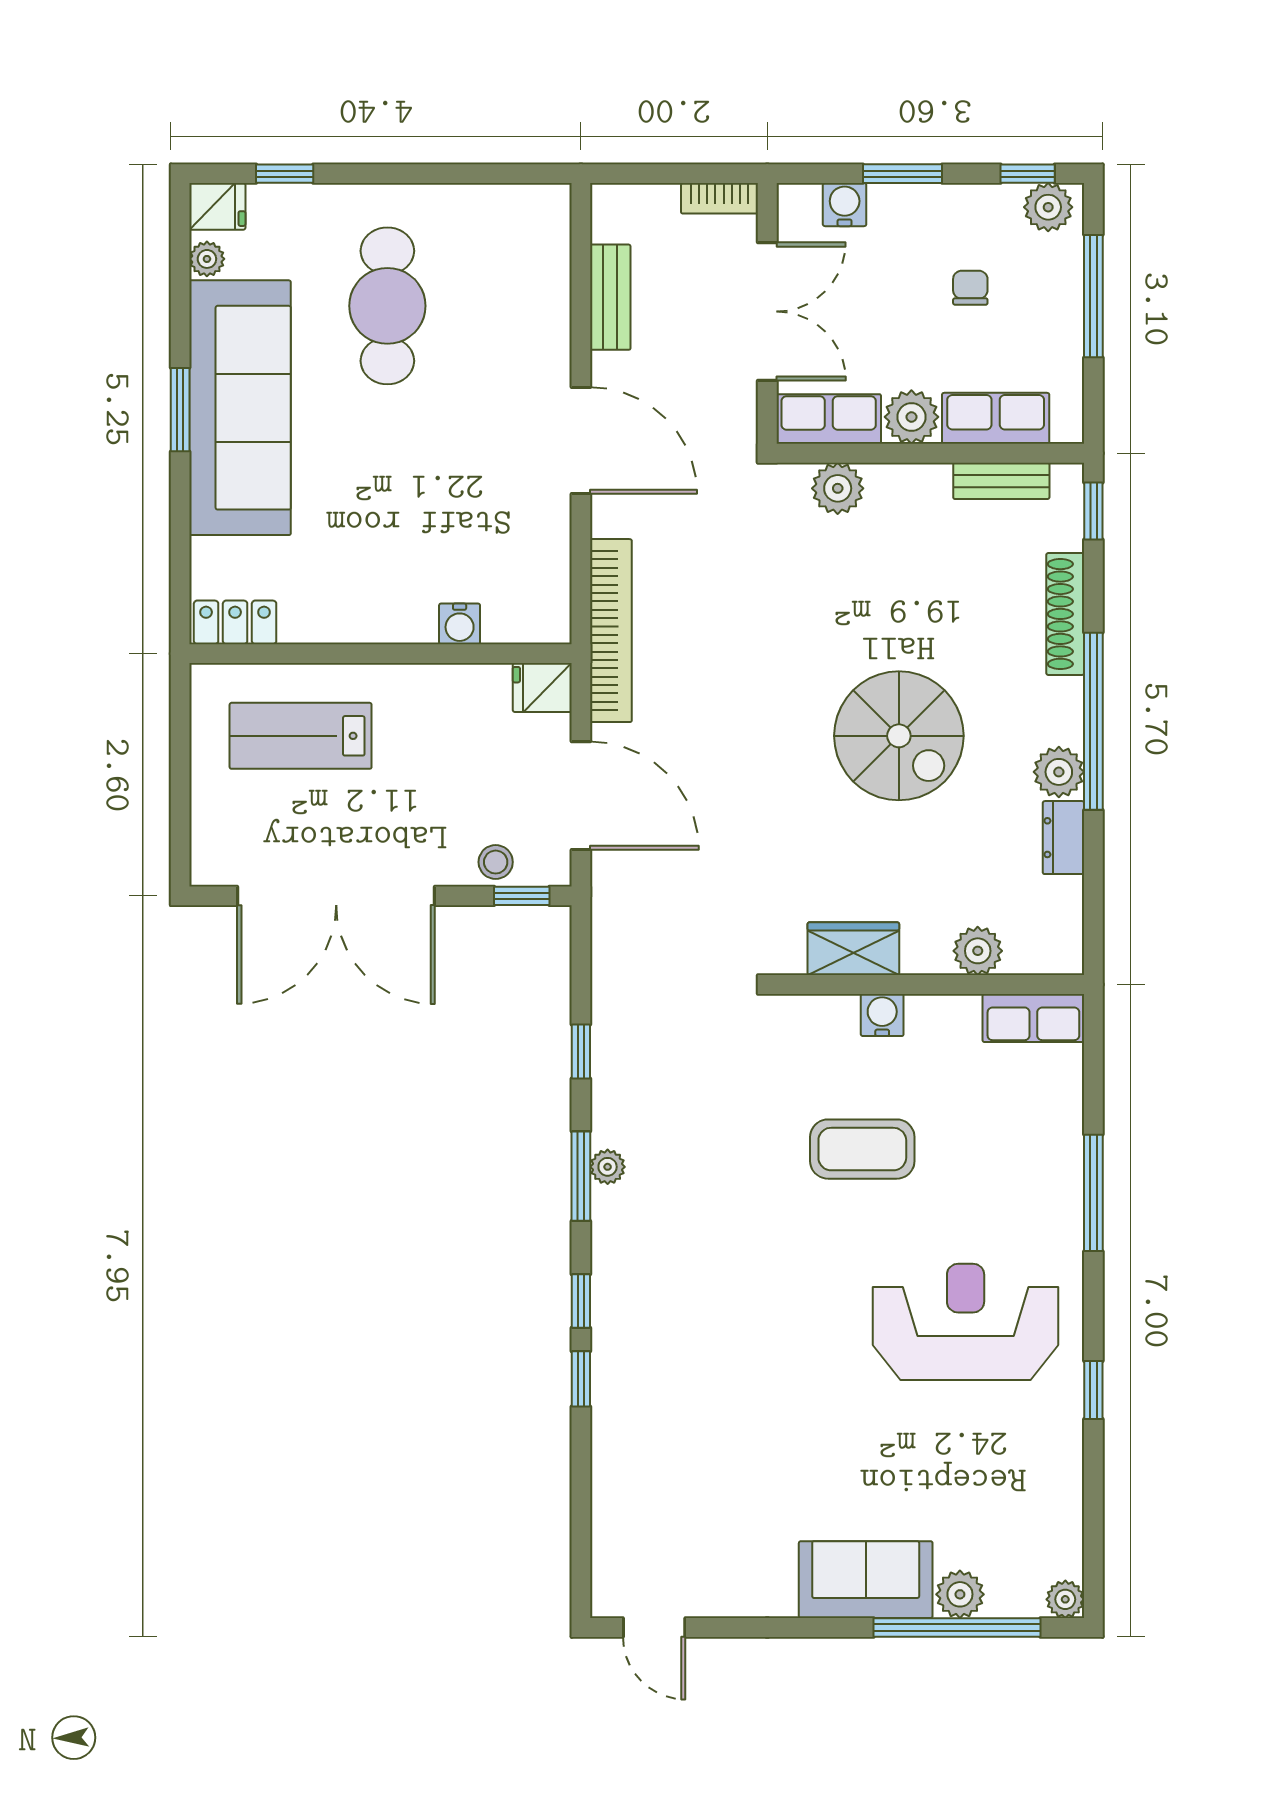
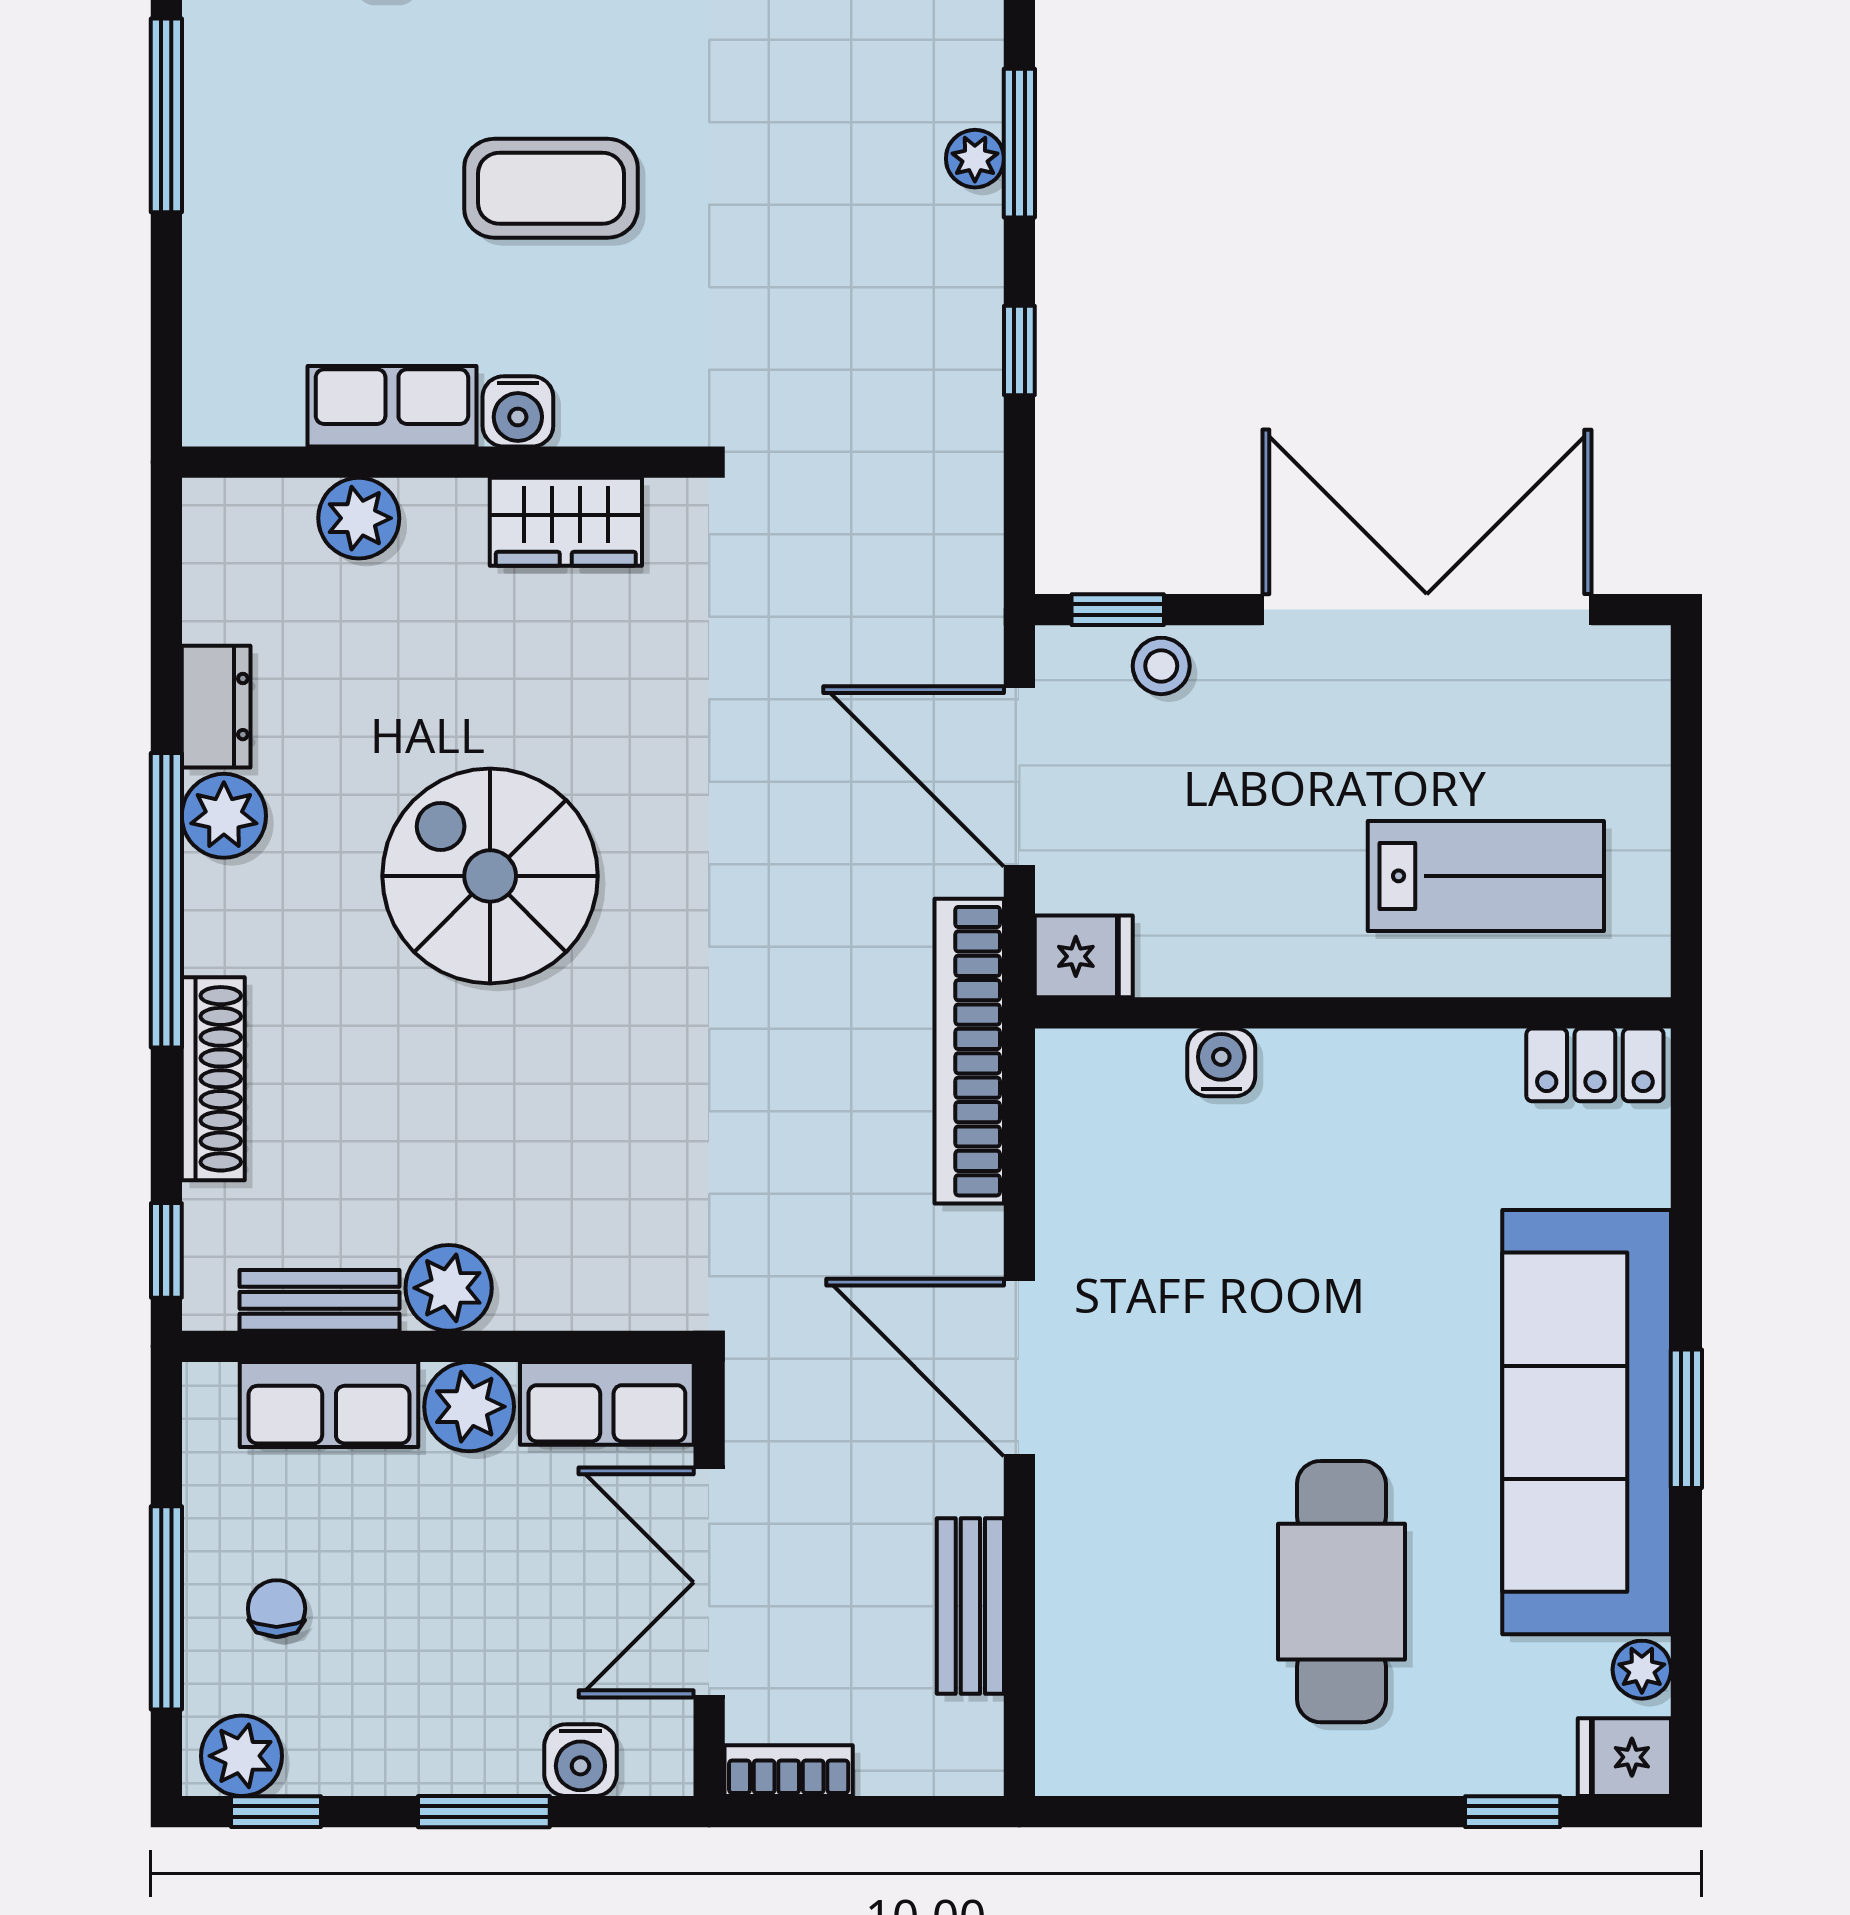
chair: (970, 288) -> (277, 1609), moved, turned 180
plant: (838, 488) -> (449, 1288), moved
row of seats: (1033, 1018) -> (392, 406), moved

